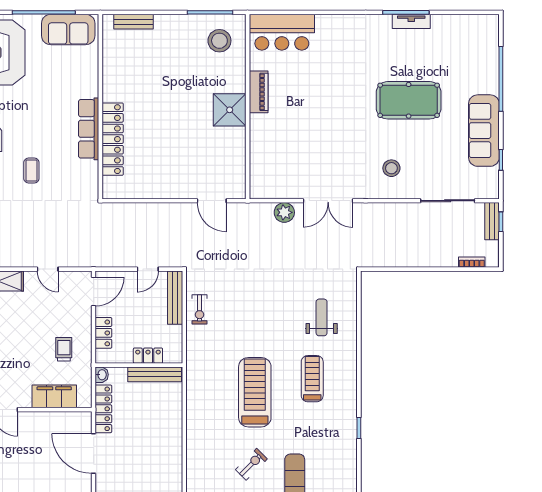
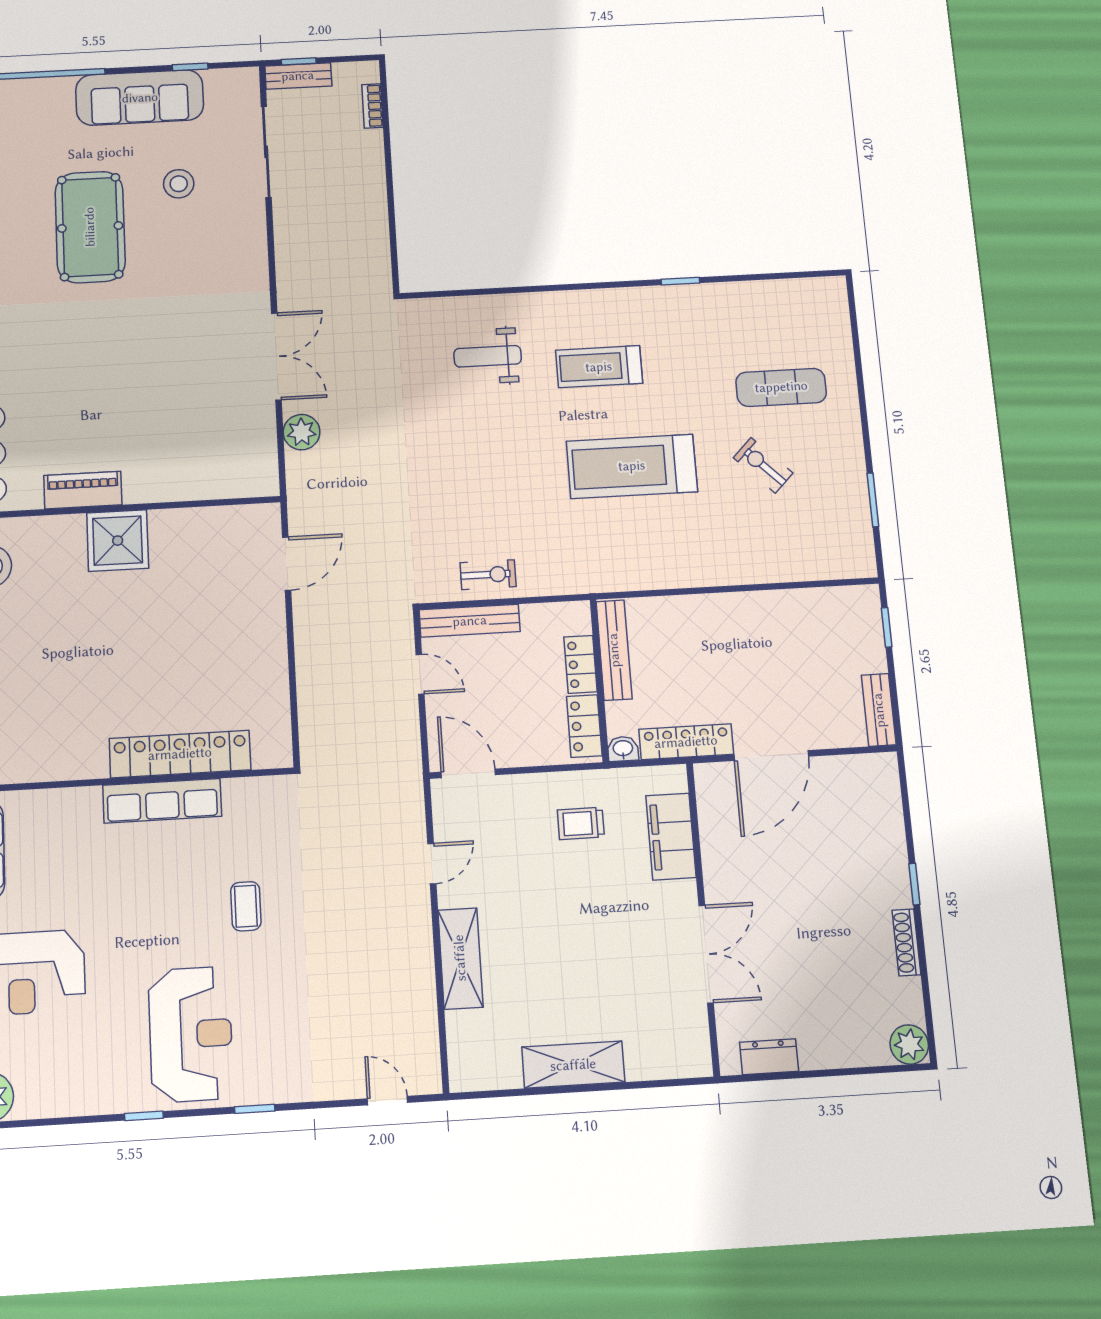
stool: (391, 168) -> (179, 184), moved
coffee table: (31, 171) -> (246, 906), turned 90
locker: (103, 333) -> (584, 726), moved, turned -90

